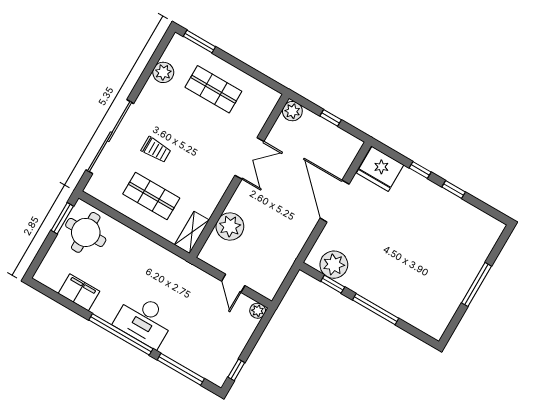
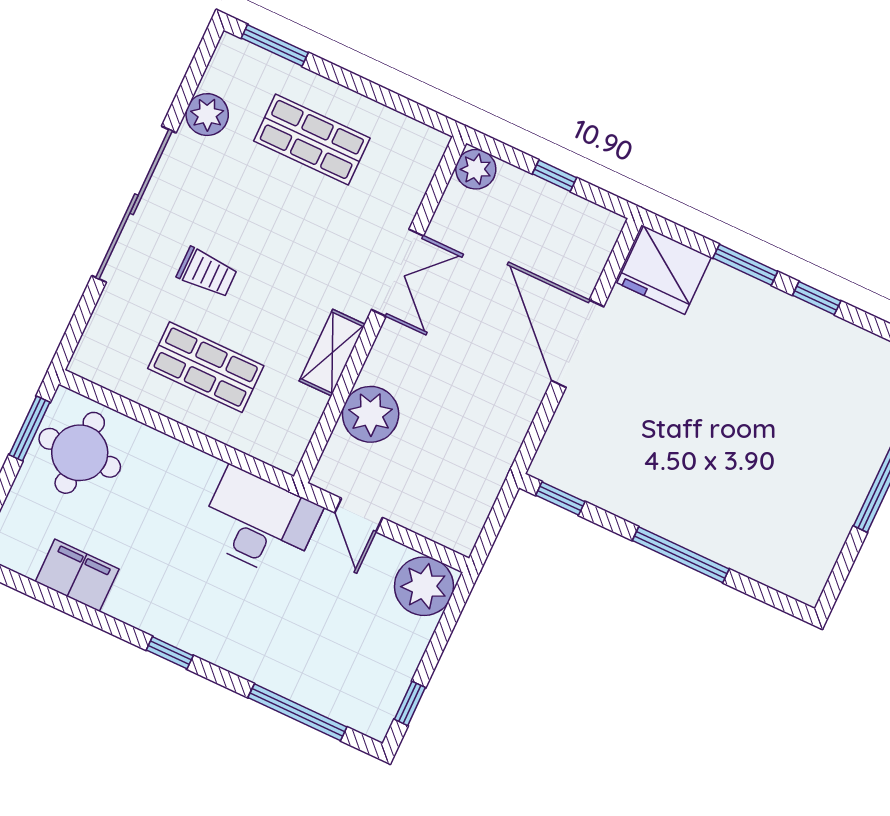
sliding door: (110, 137) -> (134, 204), moved
window: (420, 170) -> (745, 265), width x1.50
shelving: (192, 232) -> (332, 353), moved
plant: (334, 265) -> (588, 472), removed
door: (233, 283) -> (359, 515), moved
window: (333, 284) -> (560, 498), moved
plant: (258, 311) -> (424, 586), width x1.88, depth x1.88
desk: (144, 320) -> (259, 523), moved, turned 180
window: (121, 334) -> (170, 653), width x0.32

